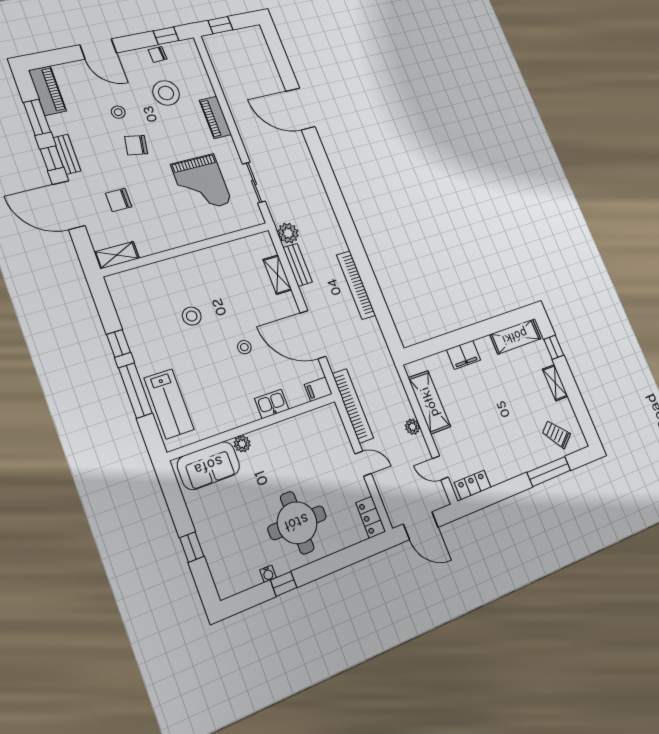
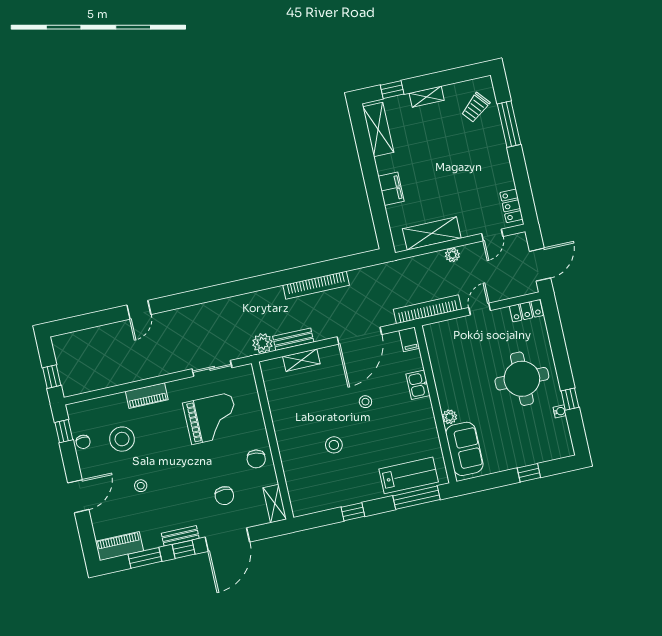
door: (301, 109) -> (139, 310), width x0.53
chair: (136, 145) -> (256, 459), moved
window: (135, 391) -> (417, 498), moved

